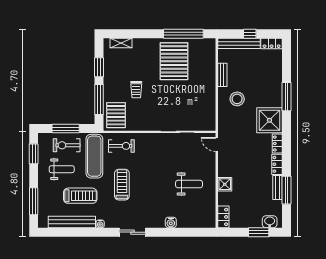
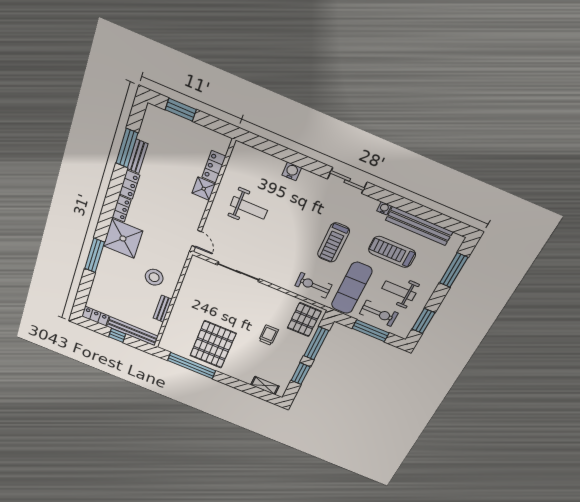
weight bench: (189, 184) -> (249, 208), turned 180
locker: (223, 217) -> (214, 167), moved
washbasin: (270, 222) -> (162, 117), removed

